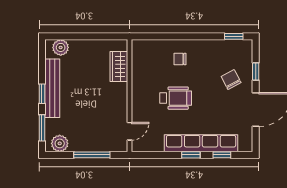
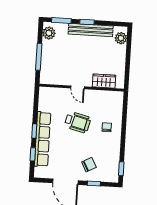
wheelchair: (176, 98) -> (78, 122), turned -76
door: (129, 131) -> (77, 87), moved

